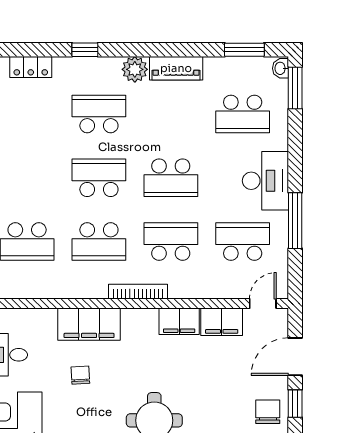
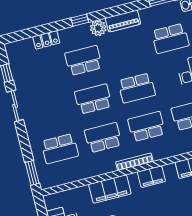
window: (85, 50) -> (80, 20), moved
locker: (31, 67) -> (46, 40), moved
school desk: (99, 242) -> (103, 138), turned 180
filing cabinet: (179, 321) -> (151, 177), moved

